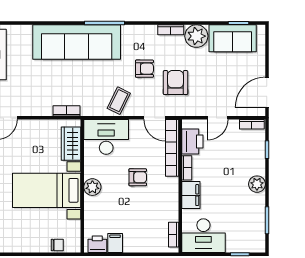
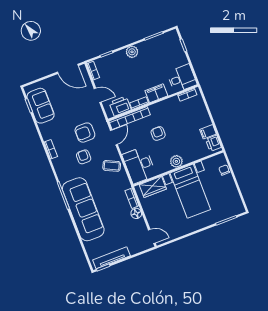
plant: (196, 36) -> (48, 130), removed
floor lamp: (45, 109) -> (136, 213), added
desk: (203, 236) -> (182, 78), width x0.73

